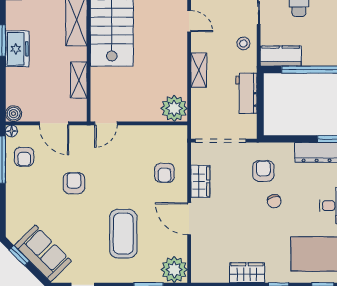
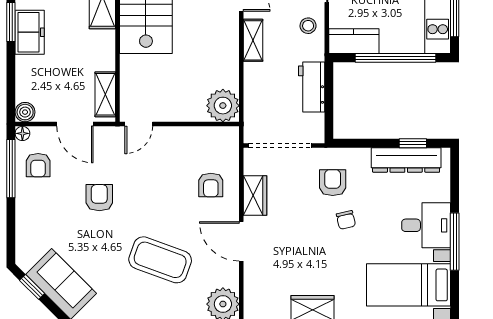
shelving: (199, 70) -> (253, 40), moved
shelving: (79, 80) -> (105, 94), moved
coffee table: (123, 234) -> (160, 260), turned -70

